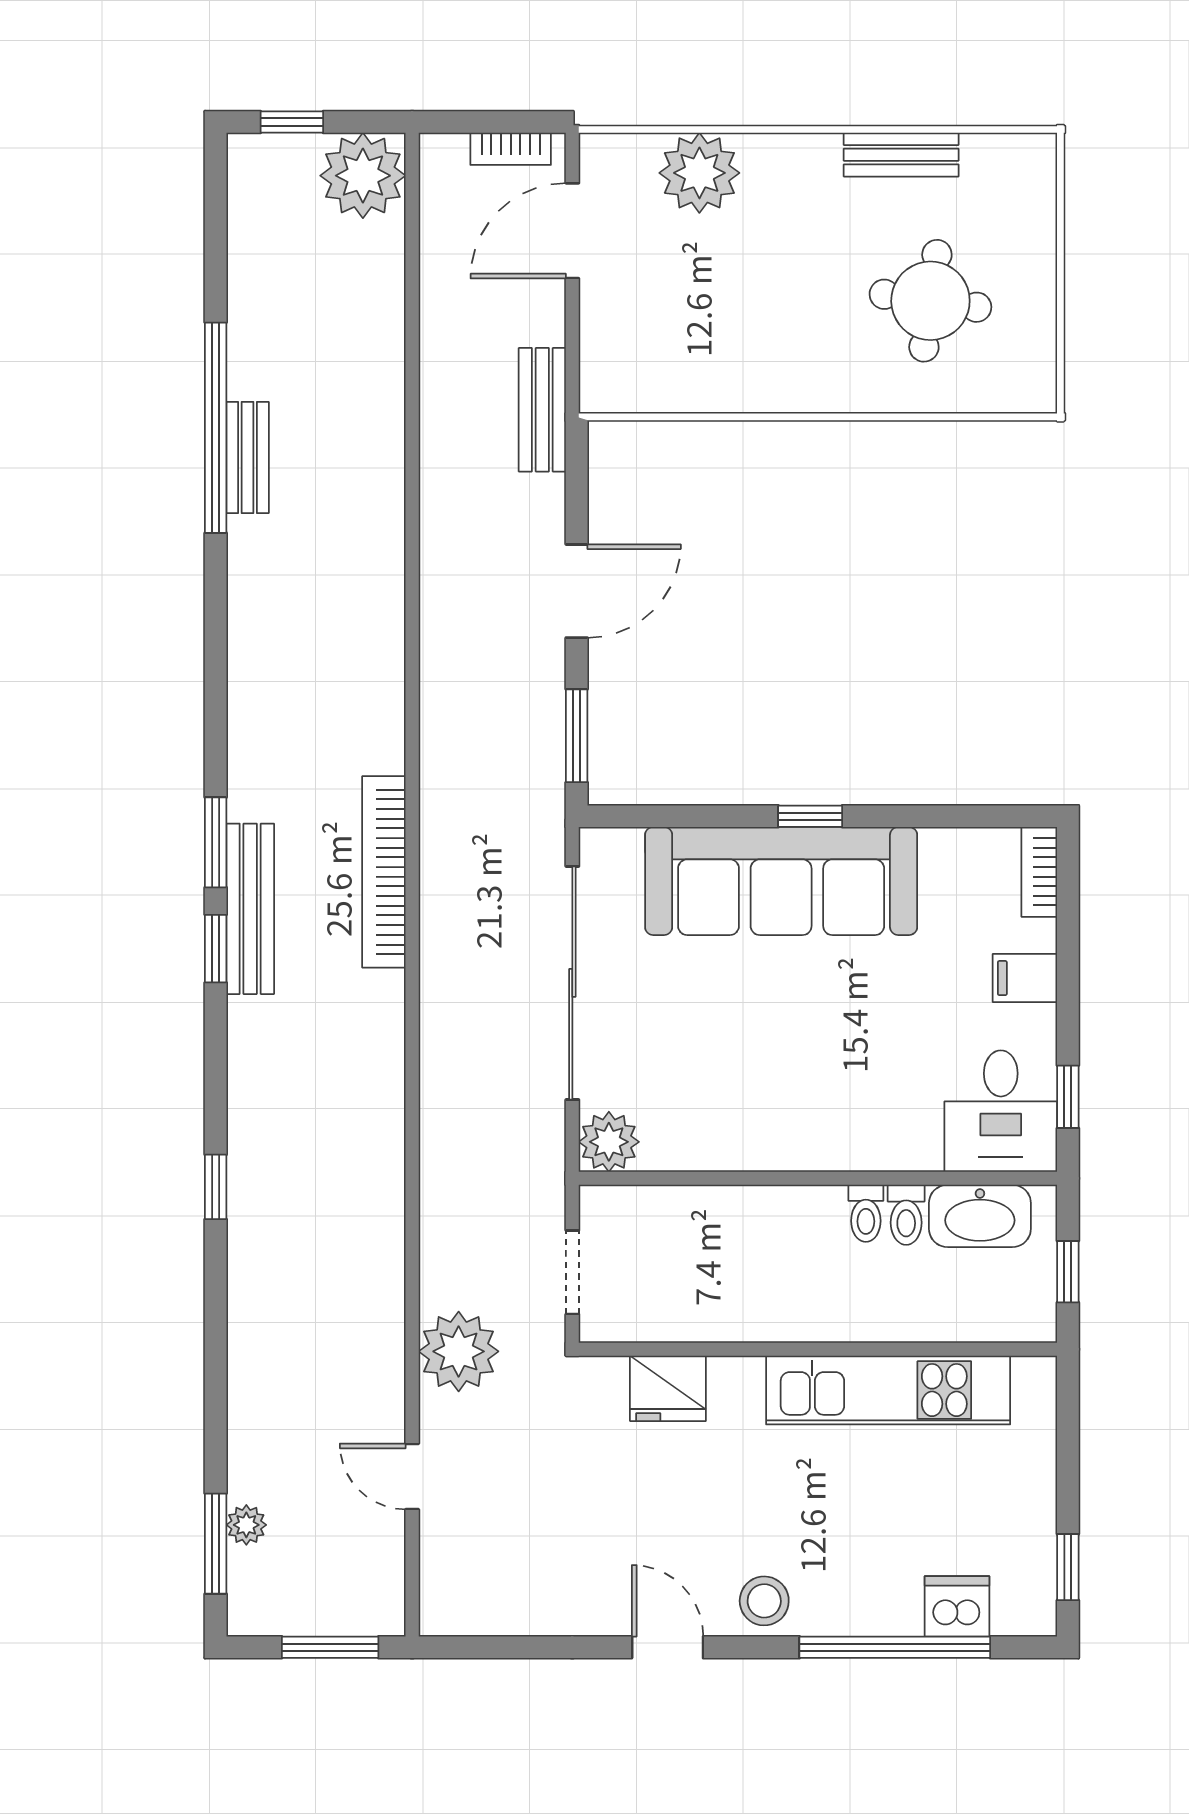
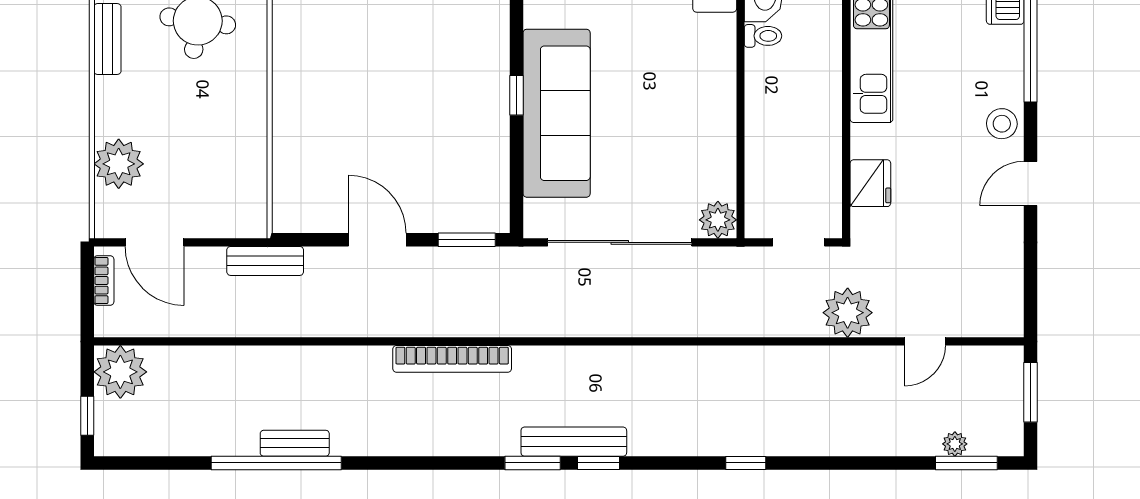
bookcase: (384, 872) -> (452, 359), moved
toilet: (866, 1213) -> (762, 61), removed

